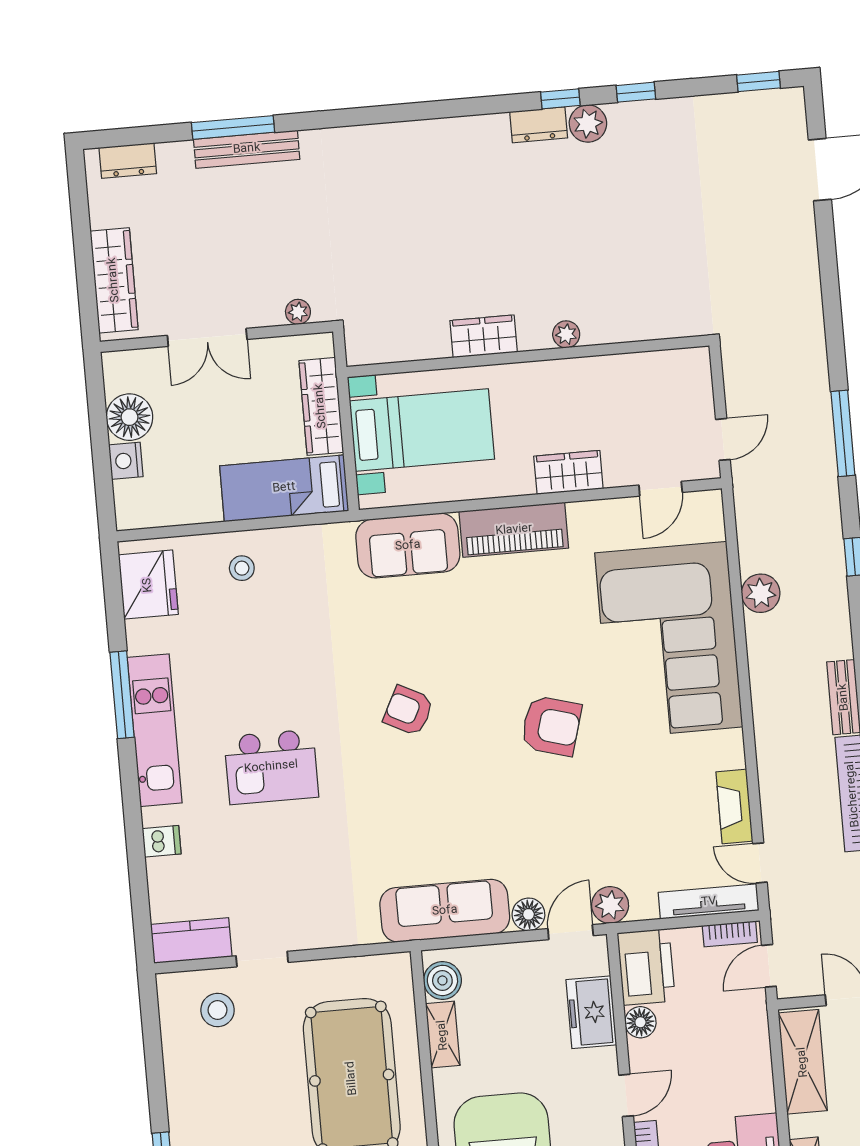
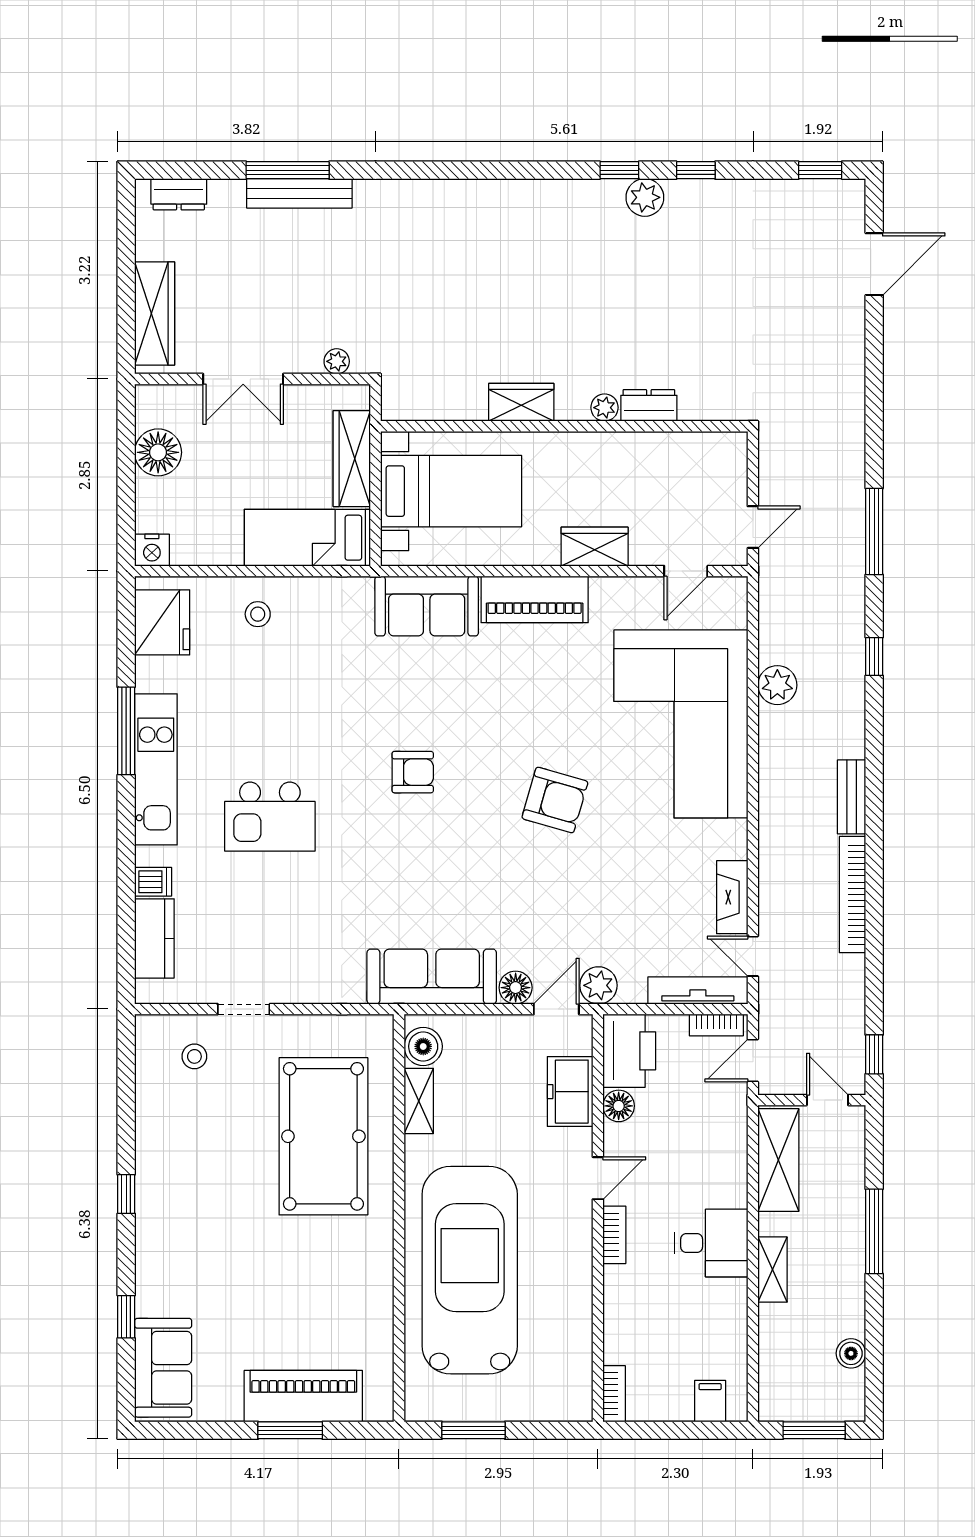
dresser: (539, 125) -> (649, 405), moved, turned 180
nightstand: (126, 461) -> (152, 550), moved, turned -90
armchair: (408, 711) -> (413, 772), turned 153
kitchen counter: (191, 941) -> (154, 938), moved, turned 90
stool: (218, 1010) -> (194, 1056), width x0.73, depth x0.73

